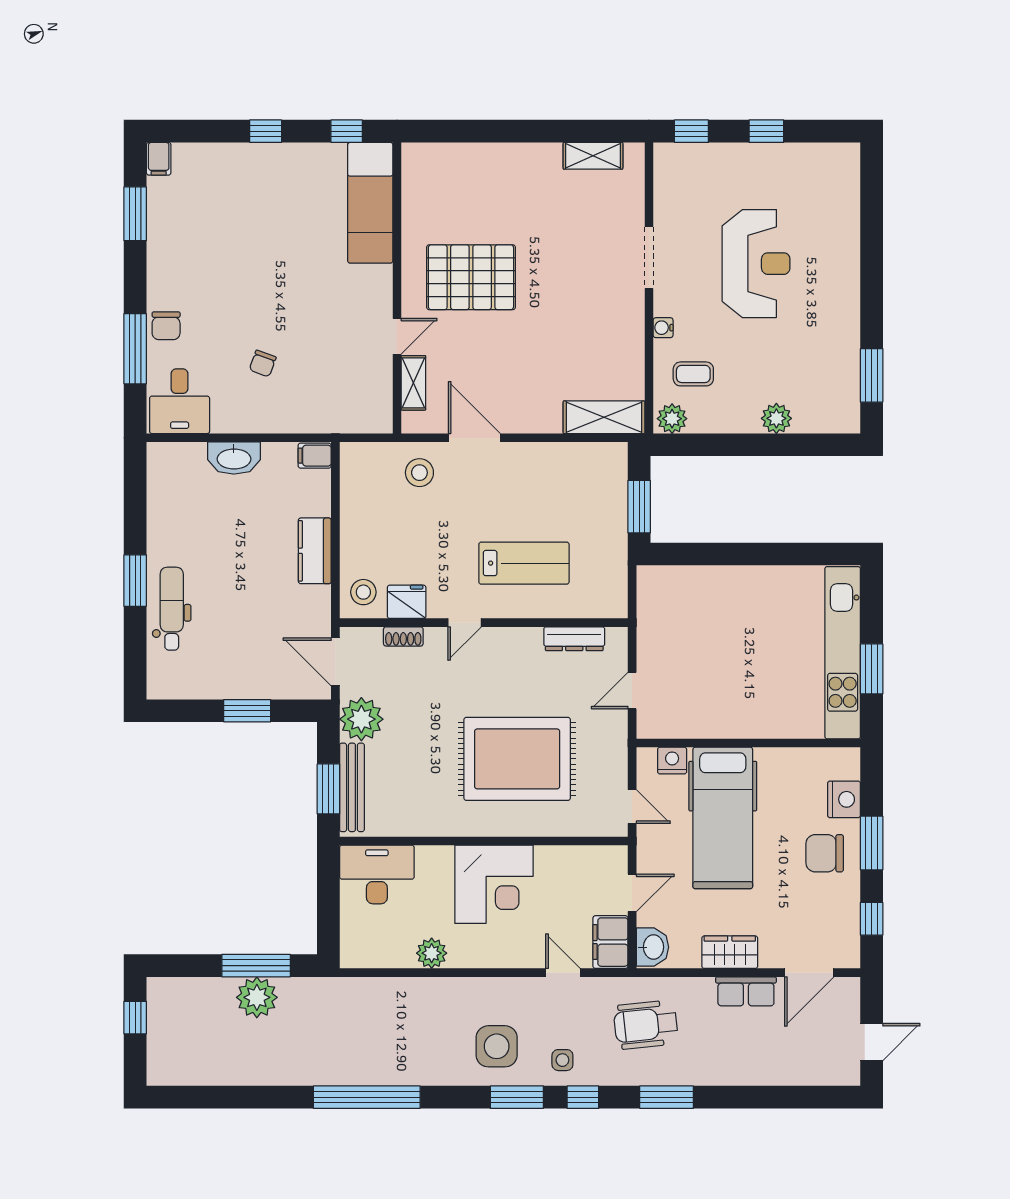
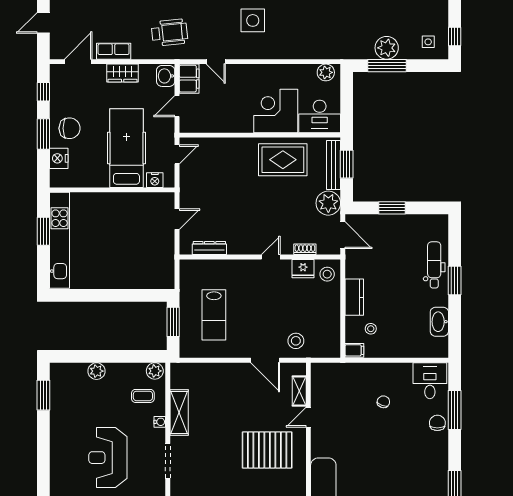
shelving: (604, 417) -> (179, 412), moved, turned 90
washbasin: (234, 458) -> (439, 322), moved, turned -90
stool: (285, 494) -> (371, 329), added
lab bench: (524, 563) -> (214, 315), moved, turned -90
dental chair: (172, 609) -> (434, 265), turned 180
rug: (517, 759) -> (283, 160), moved, width x0.73, depth x0.69
door: (632, 806) -> (177, 154), swing flipped
corner desk: (494, 884) -> (276, 111), moved
plant: (432, 953) -> (326, 72), moved
side table: (562, 1060) -> (428, 42), moved

